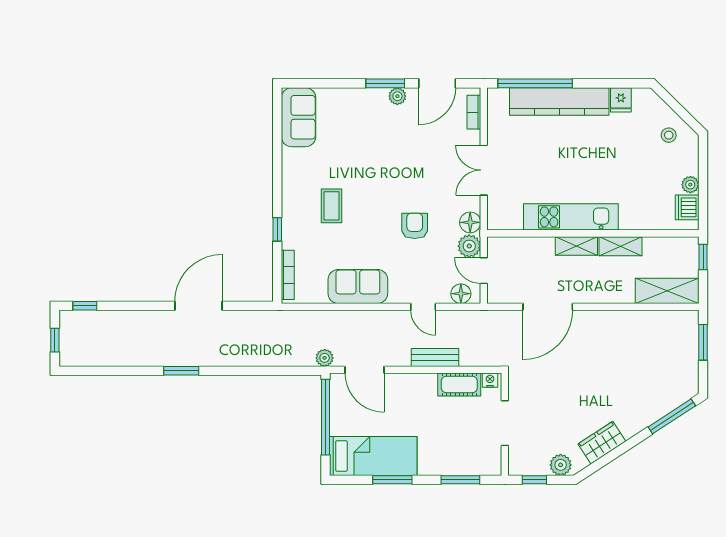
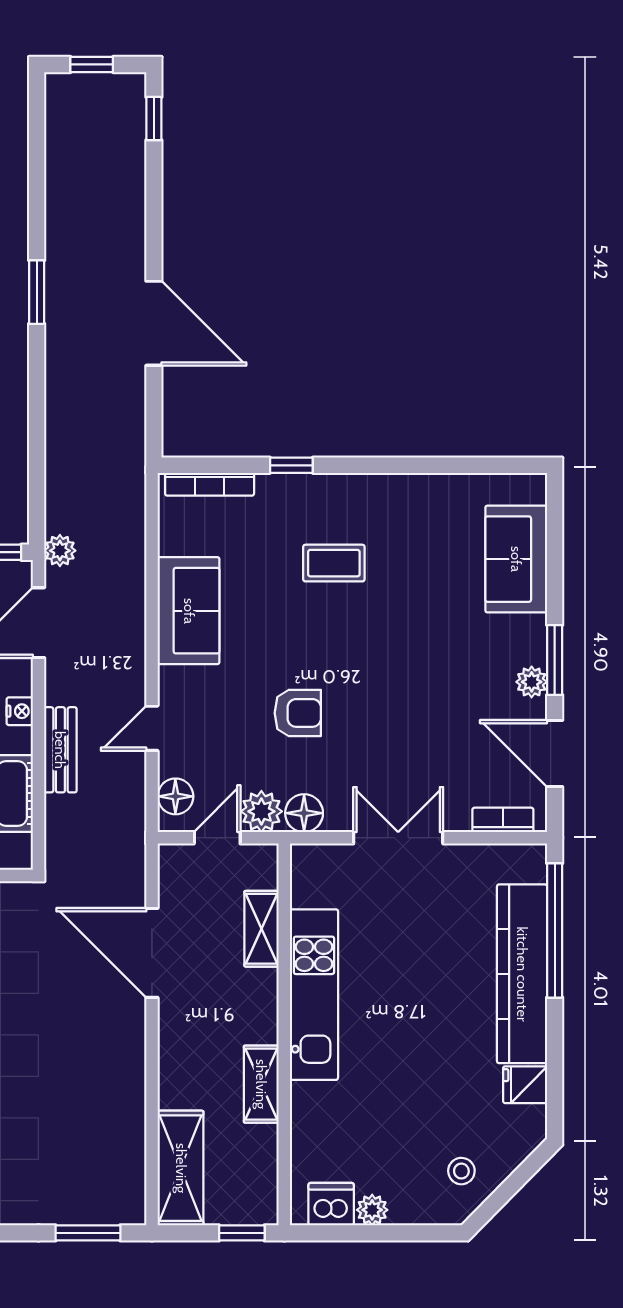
sofa: (299, 117) -> (516, 559), moved, turned 90
shelving: (576, 246) -> (262, 929), moved
nightstand: (490, 380) -> (20, 711), moved

